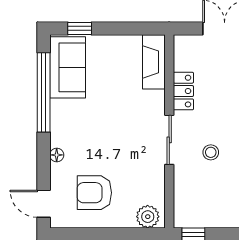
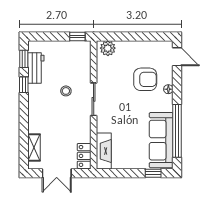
sofa: (68, 67) -> (161, 140), width x1.36
locker: (183, 91) -> (84, 156), moved
armchair: (94, 193) -> (145, 79), moved

